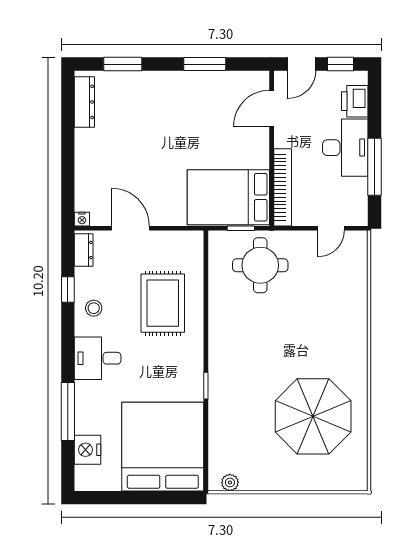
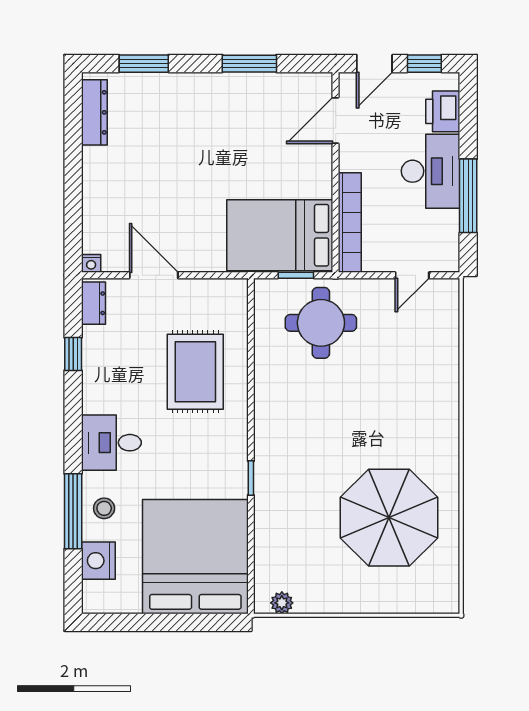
stool: (94, 308) -> (104, 508), moved

